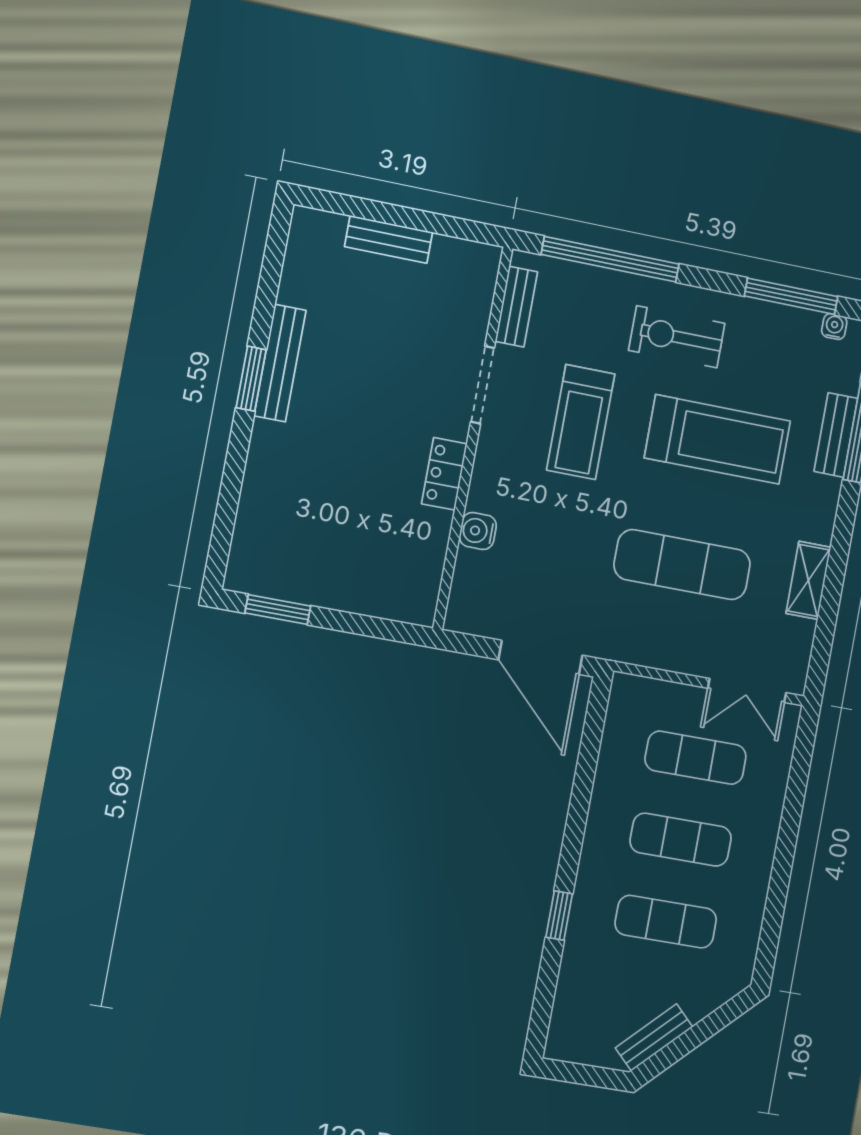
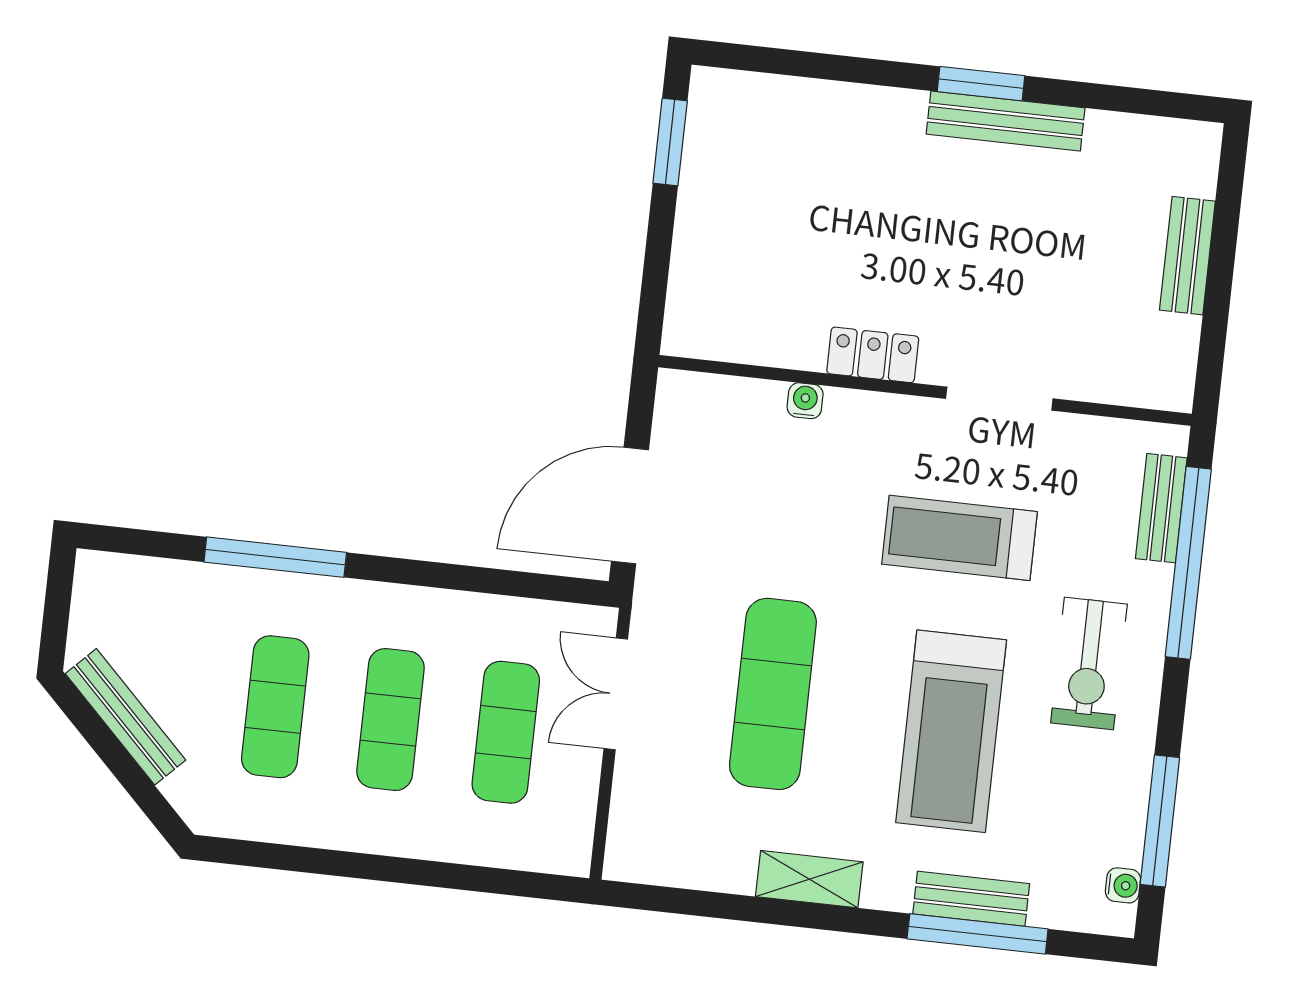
bench: (516, 307) -> (1161, 508), moved, turned 90
exercise bike: (677, 337) -> (1089, 664), turned 180
water cooler: (478, 531) -> (805, 401), width x0.72, depth x0.72
shelving: (808, 580) -> (809, 879), moved
double door: (747, 690) -> (616, 694), moved
window: (559, 916) -> (275, 557), width x2.17
bench: (654, 1037) -> (125, 717), width x1.36

